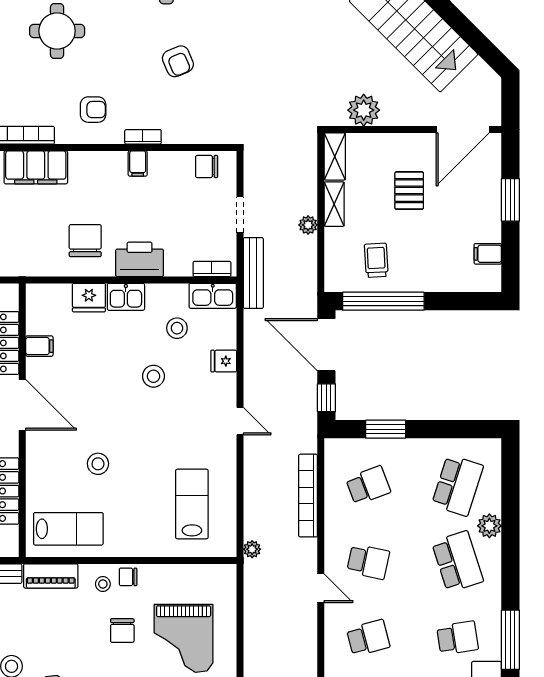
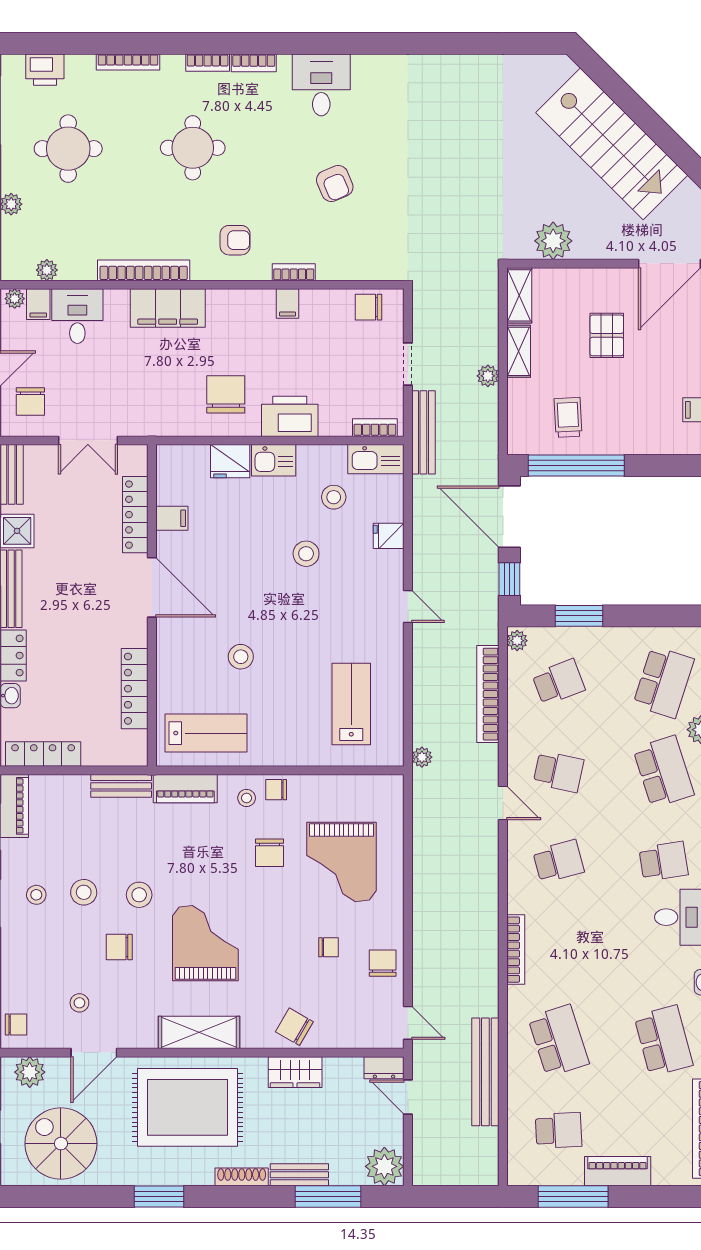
plant: (333, 450) -> (517, 641), added

